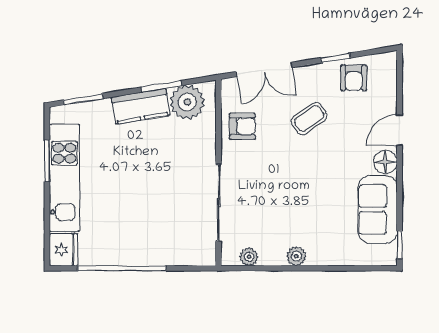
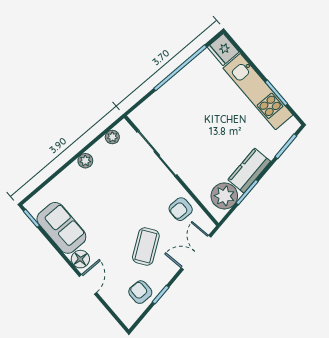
coffee table: (309, 119) -> (146, 247), width x1.36, depth x1.30

